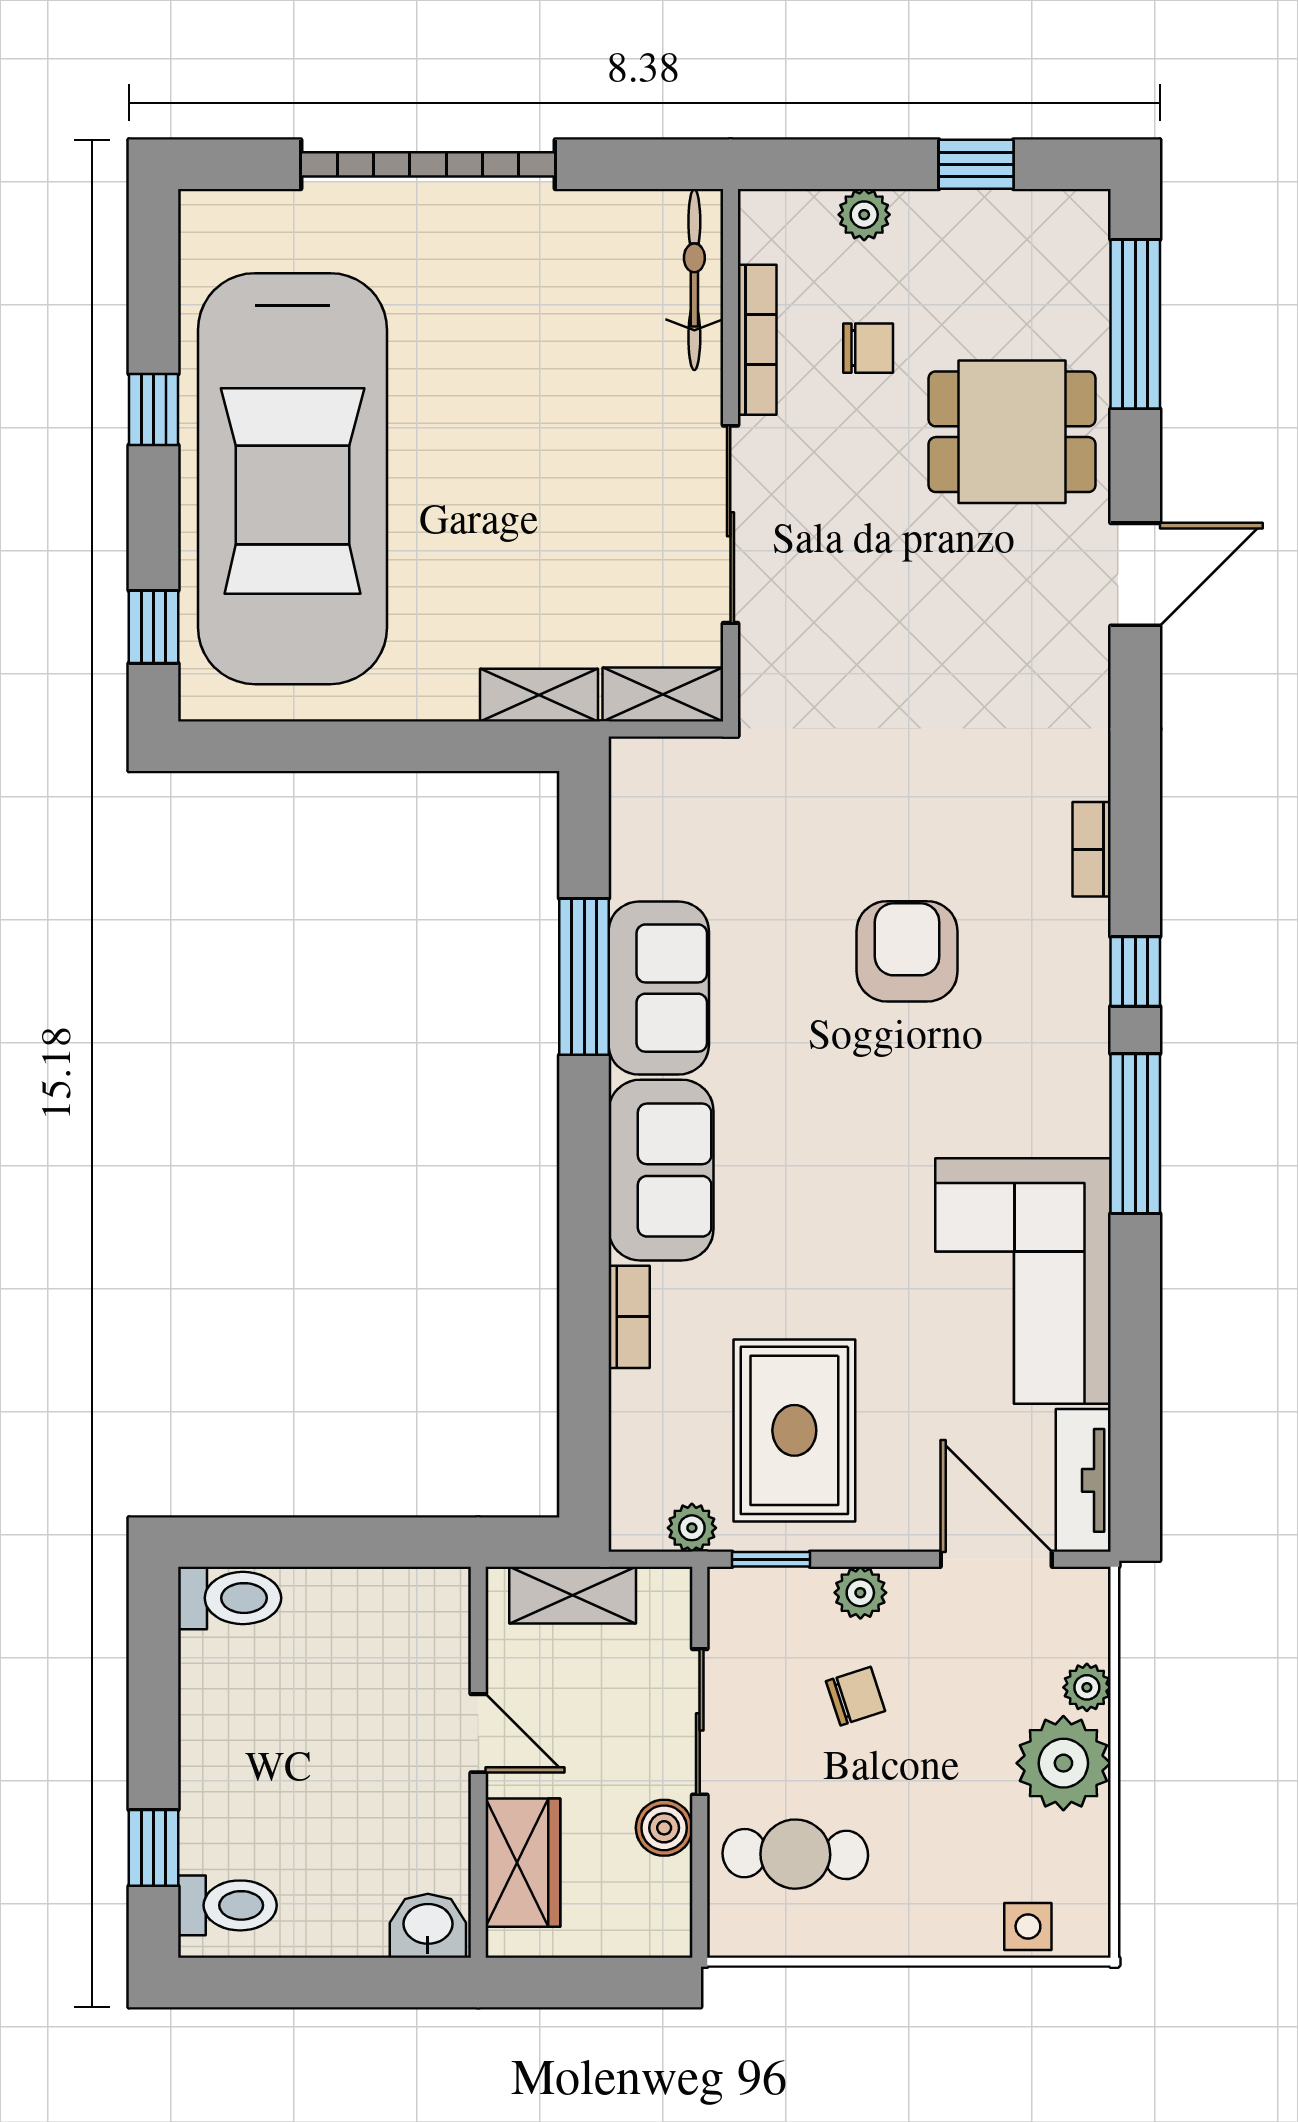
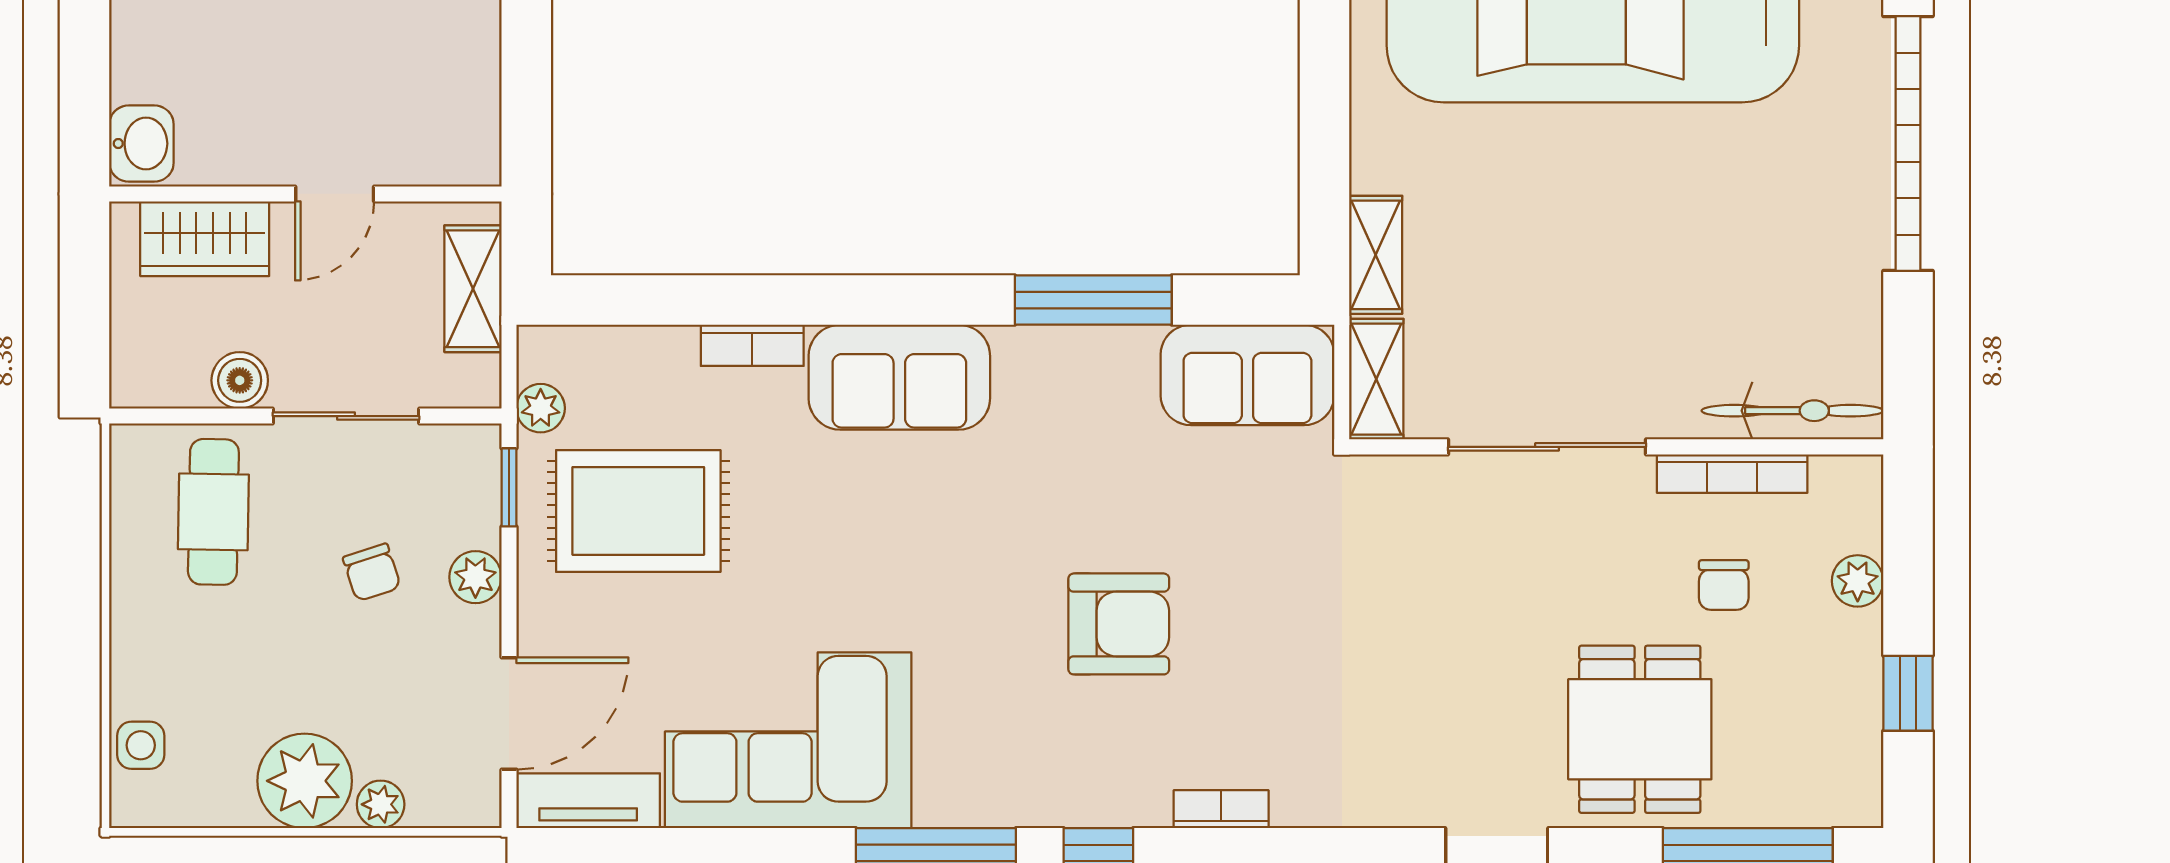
sofa: (659, 988) -> (1247, 375), moved

